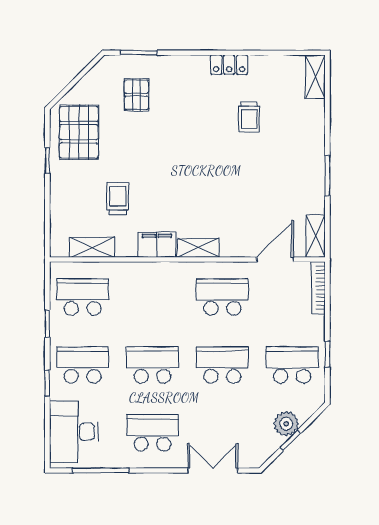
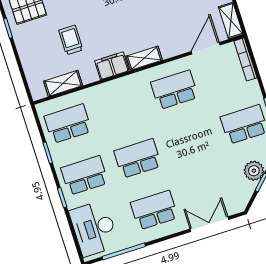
school desk: (222, 365) -> (191, 141), removed

